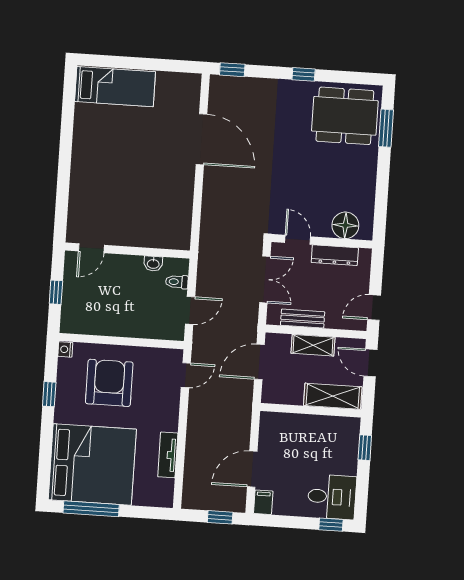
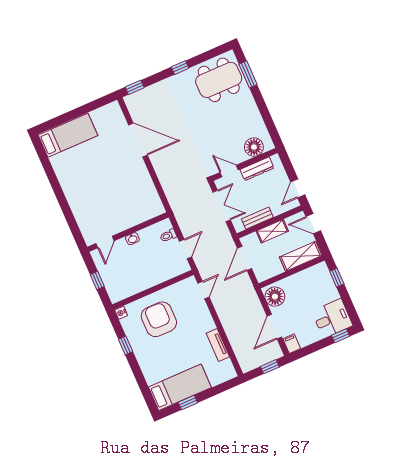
washbasin: (153, 264) -> (132, 239), moved
floor lamp: (273, 431) -> (275, 297), added
bed: (92, 464) -> (180, 387), width x0.49
window: (91, 509) -> (188, 403), width x0.46

